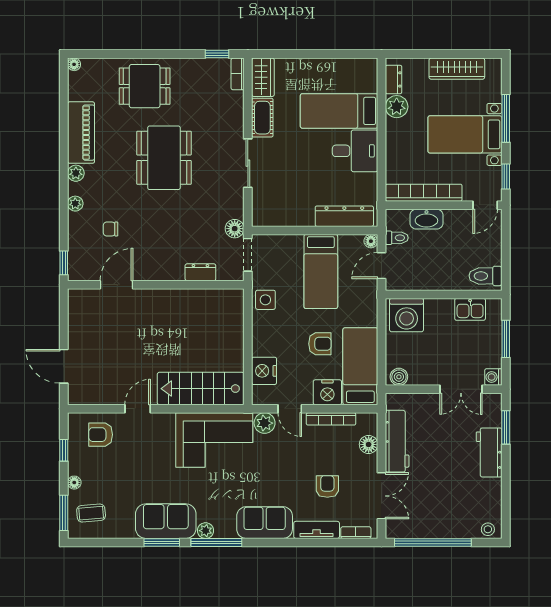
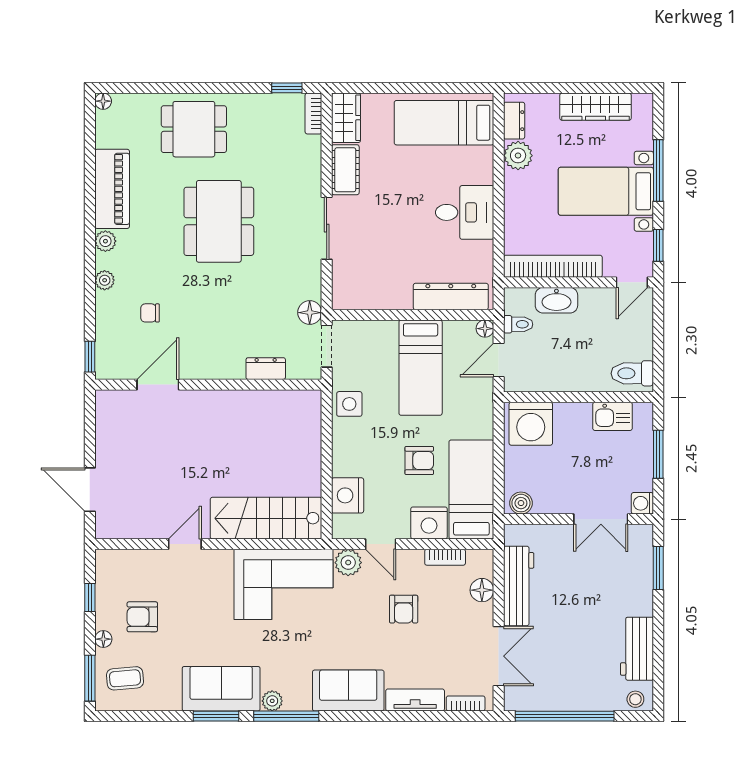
bed: (339, 111) -> (444, 123), moved
bookcase: (331, 419) -> (445, 557), width x0.64
armchair: (101, 435) -> (142, 617), moved
workbench: (489, 452) -> (637, 649), moved
armchair: (327, 486) -> (404, 609), moved, turned 180

